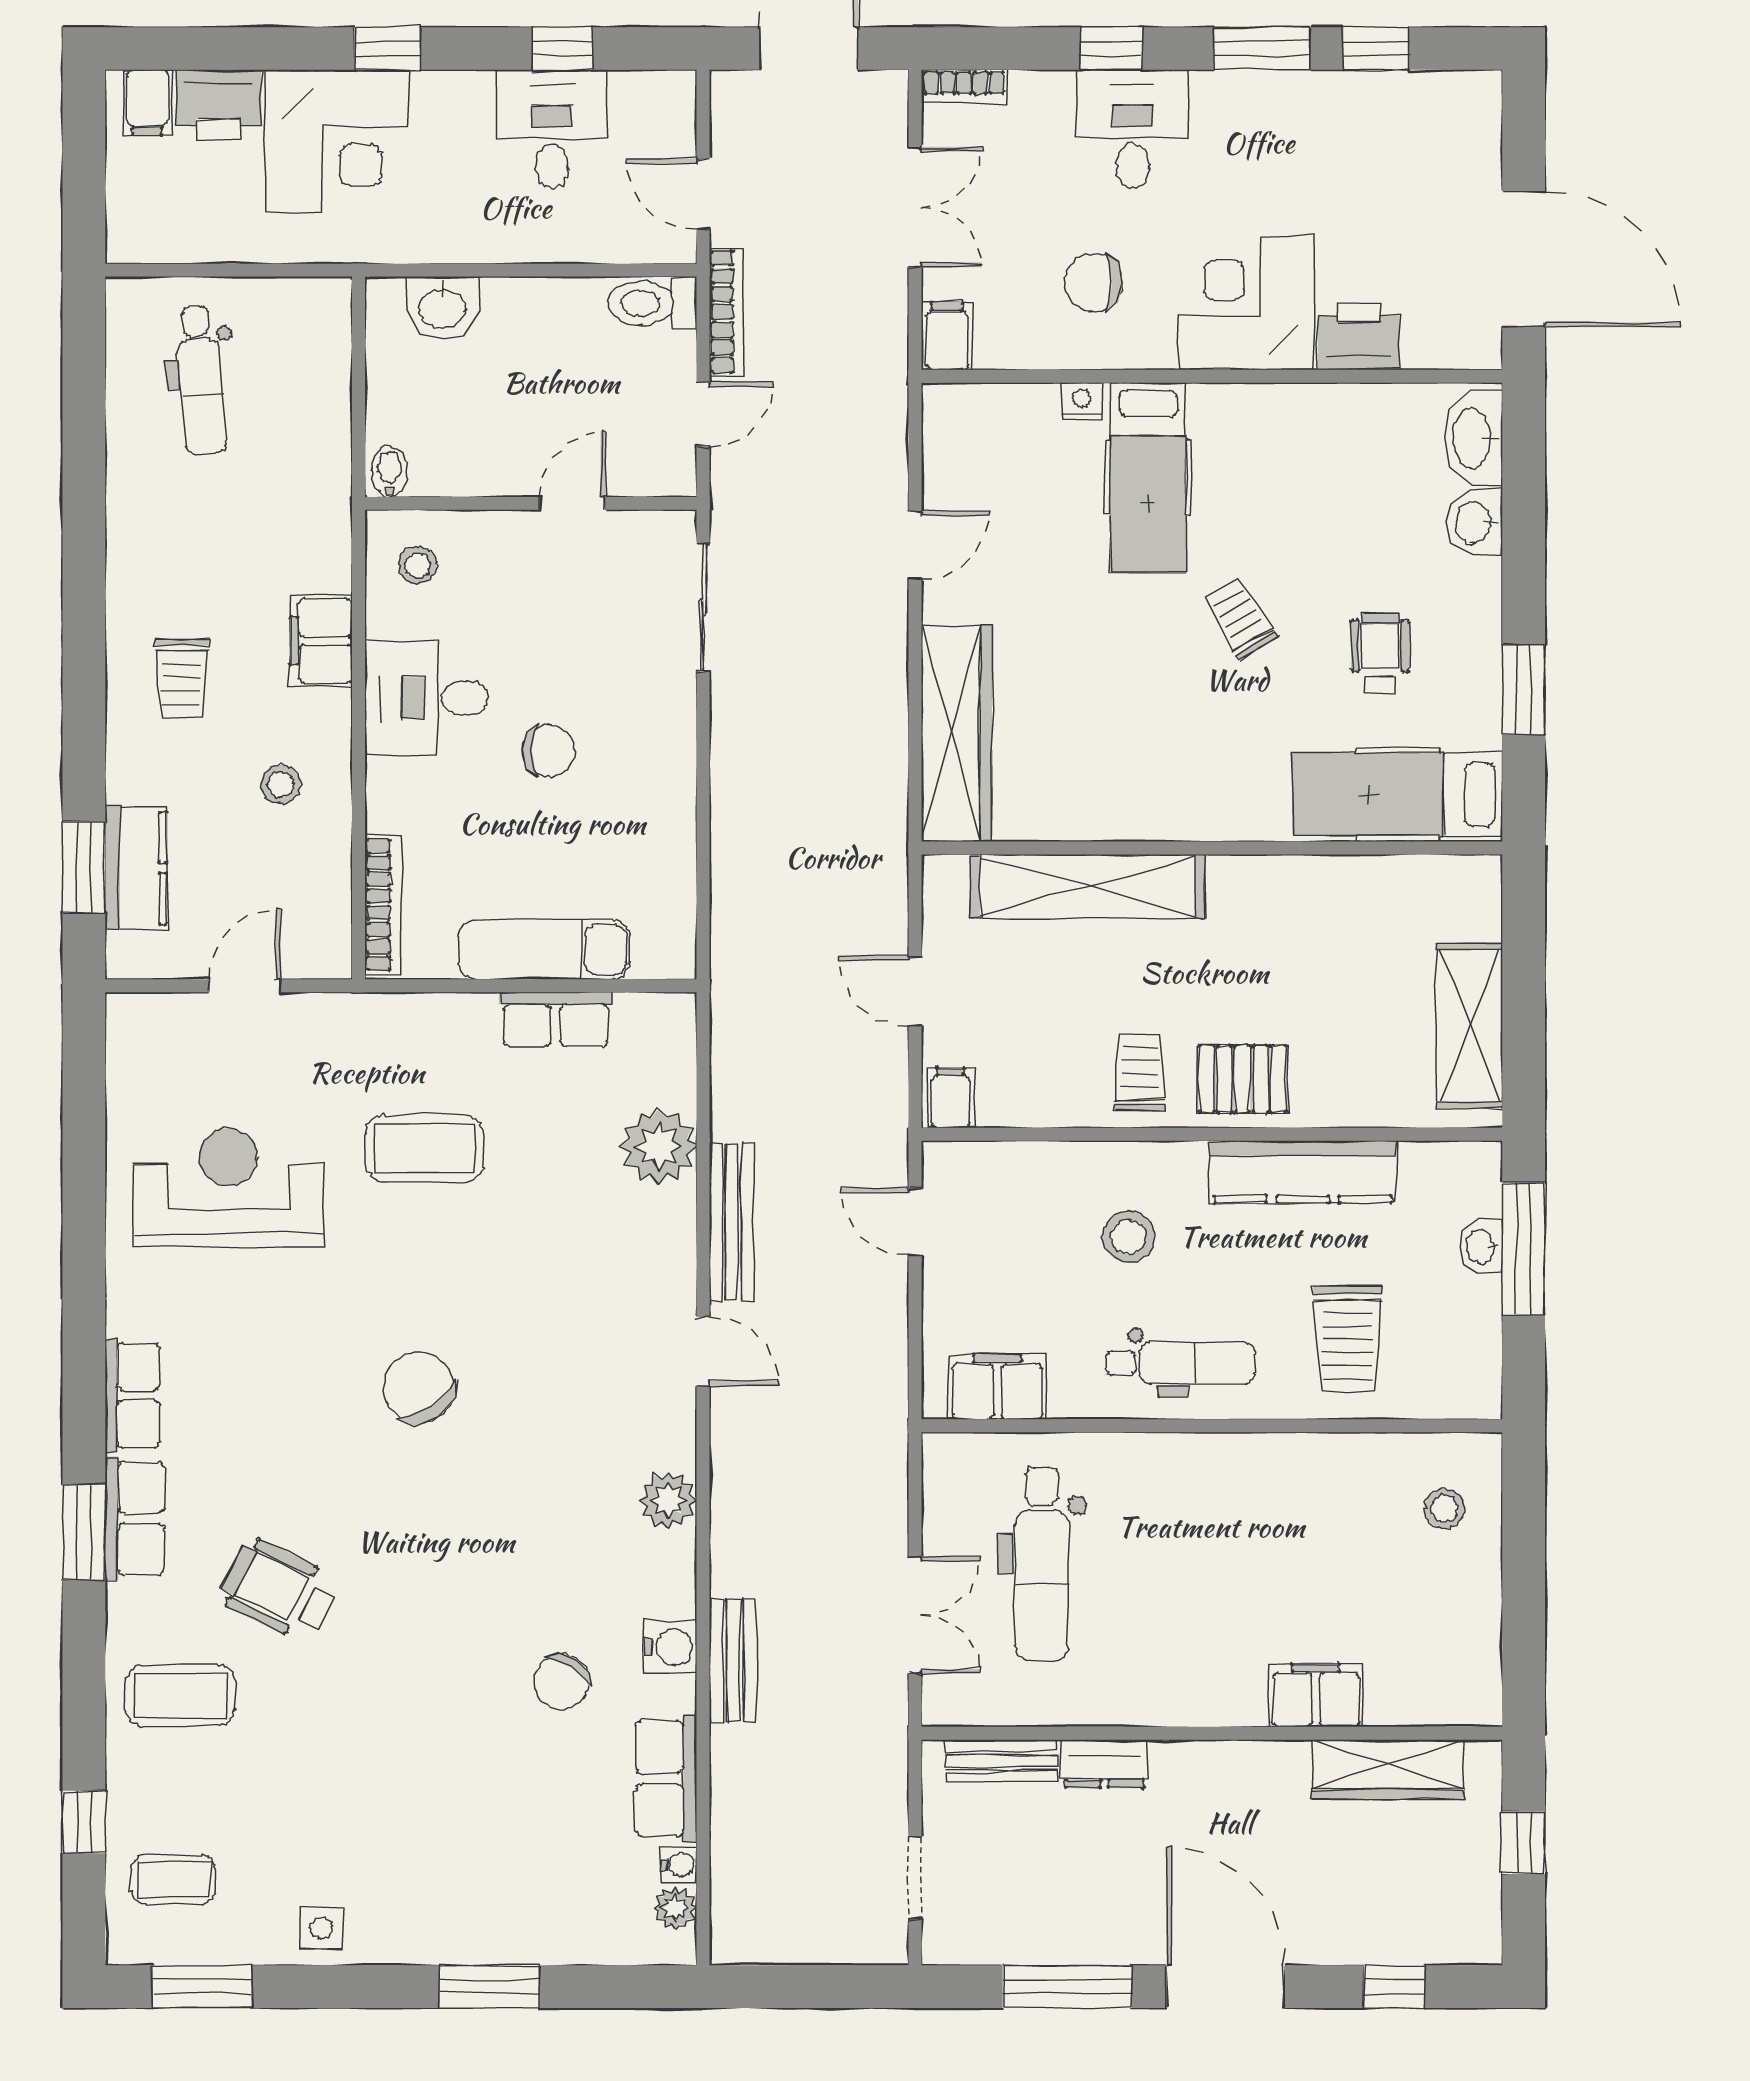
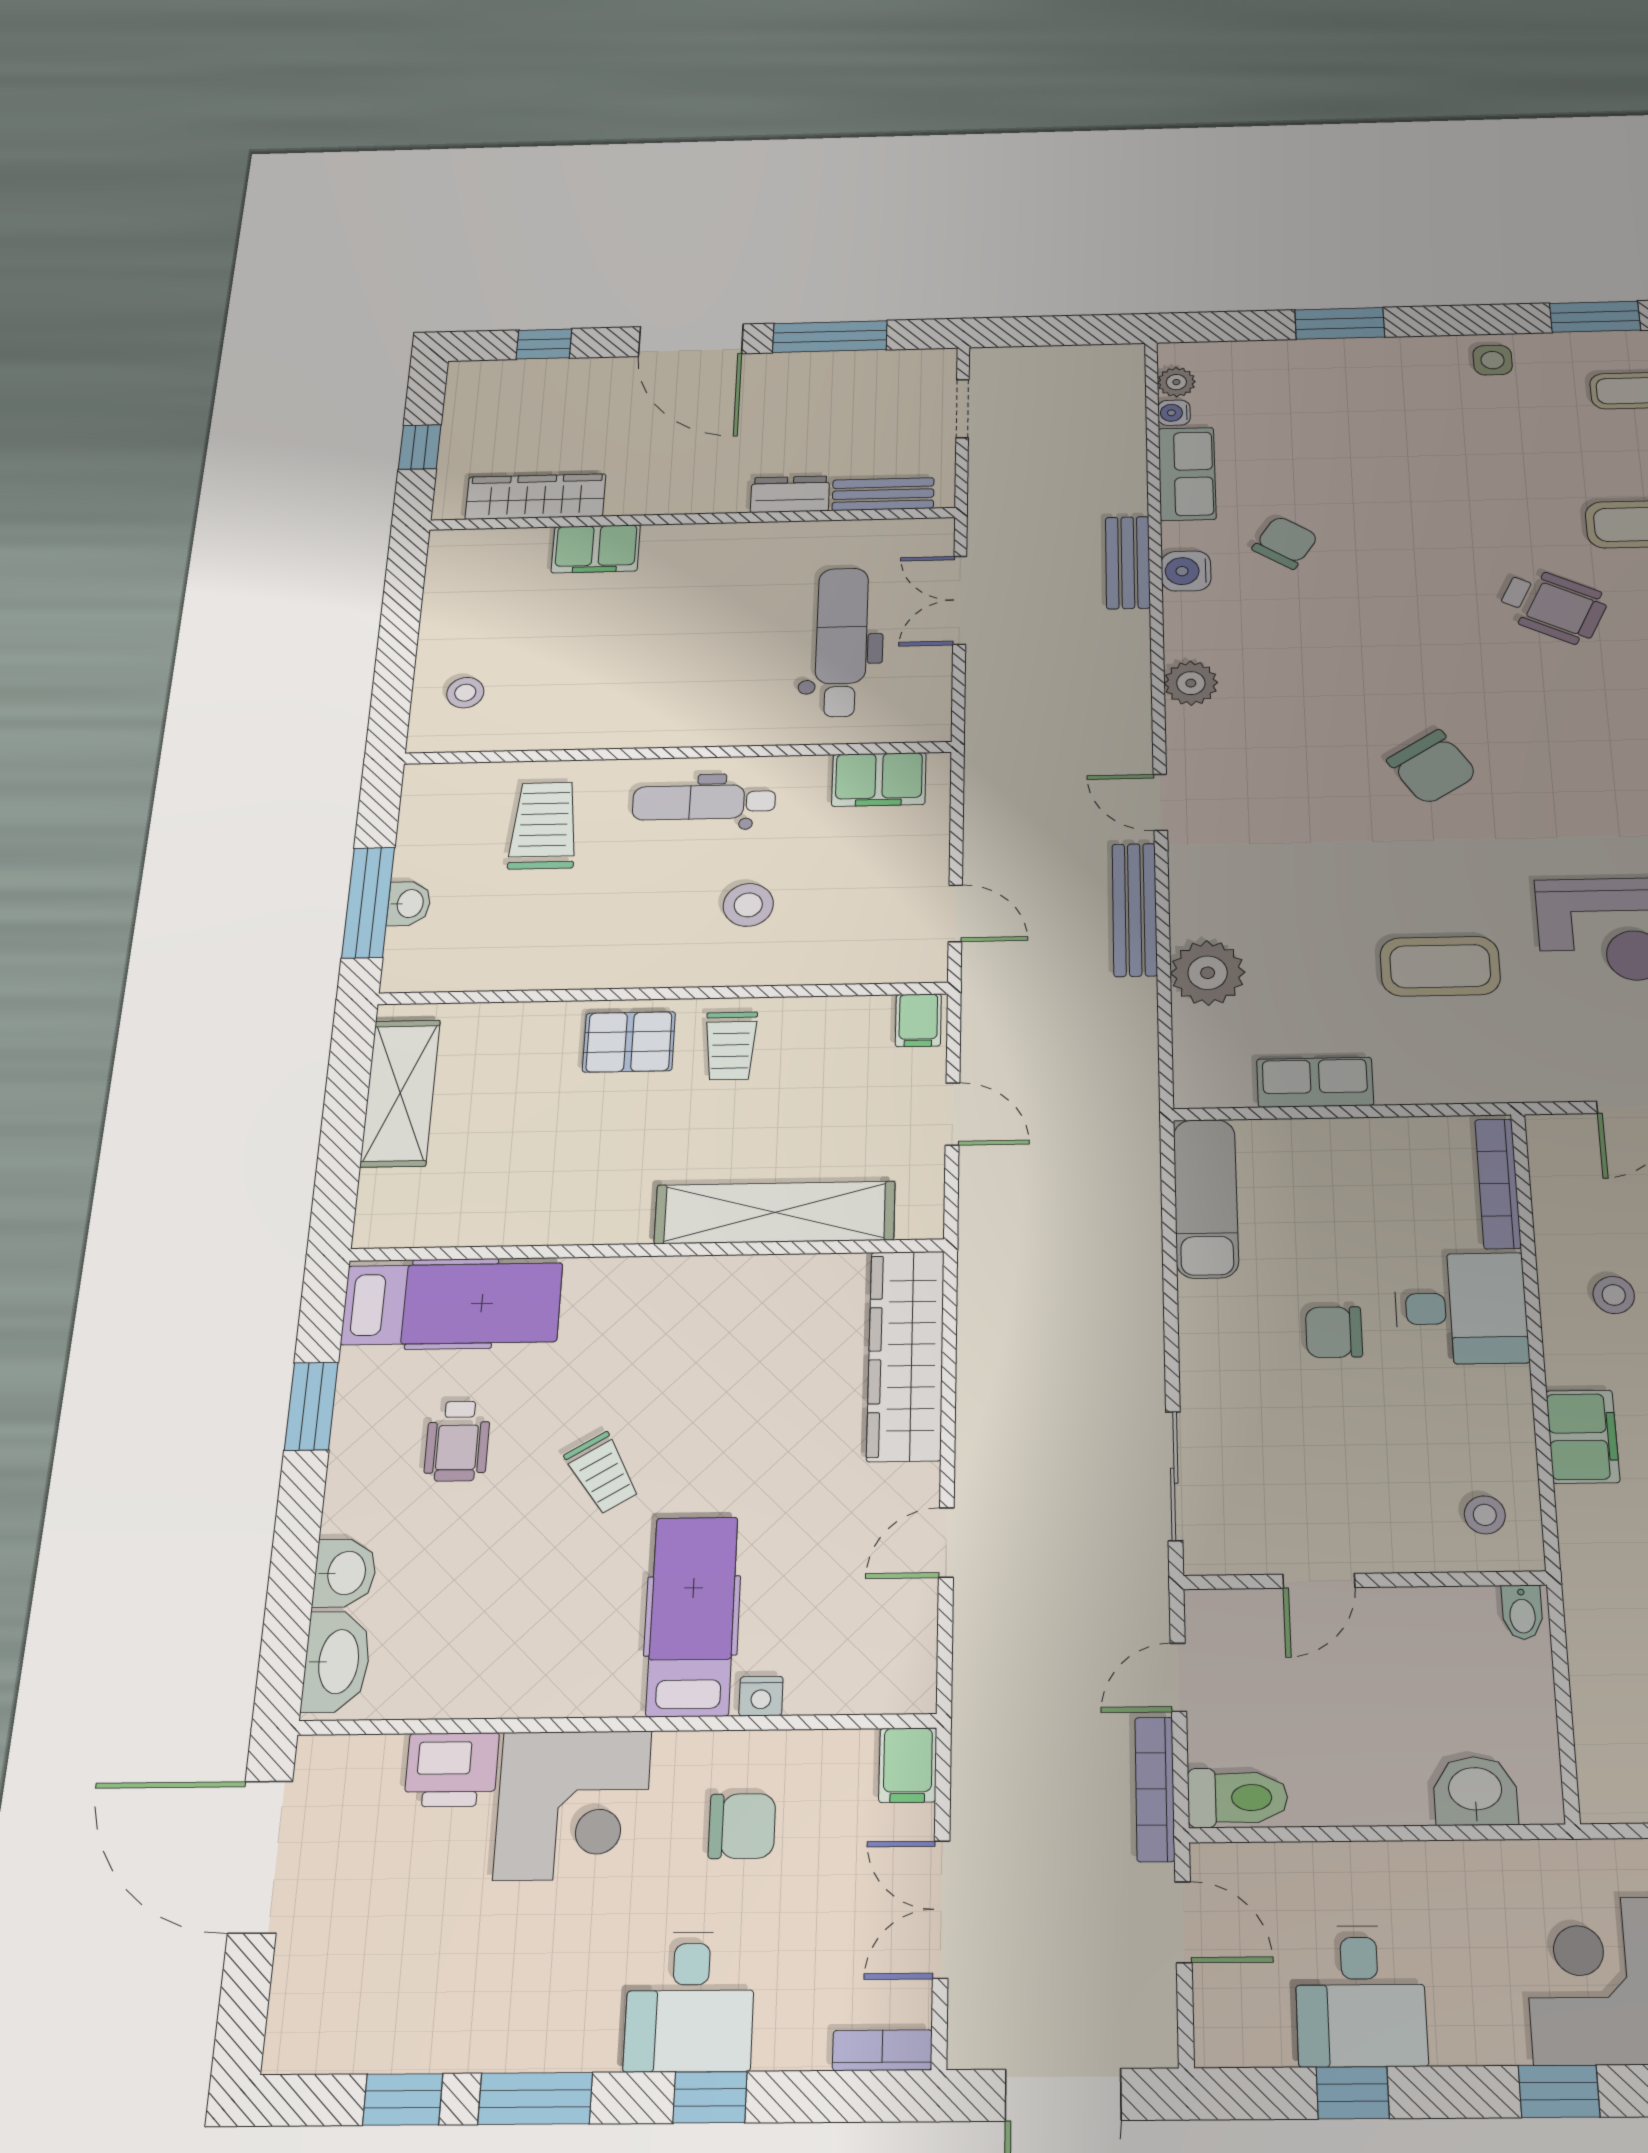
desk: (427, 698) -> (1461, 1308), moved
exam couch: (544, 949) -> (1206, 1198), moved, turned -90
kitchen counter: (1303, 1172) -> (576, 963), removed

